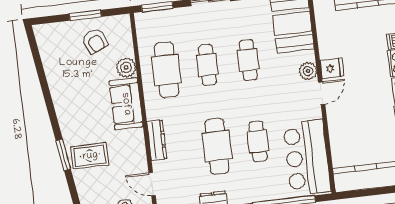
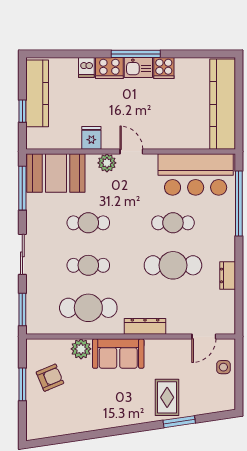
fridge: (332, 68) -> (91, 138), moved
dresser: (157, 140) -> (145, 326), moved
window: (63, 155) -> (179, 422), moved

